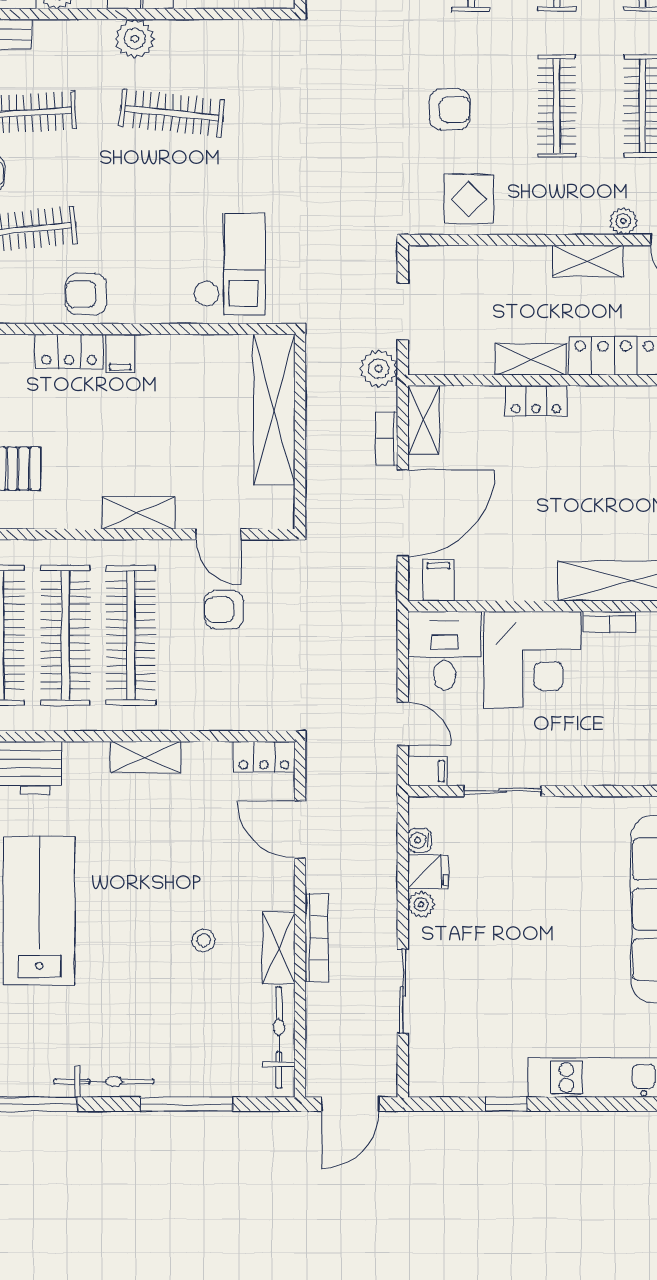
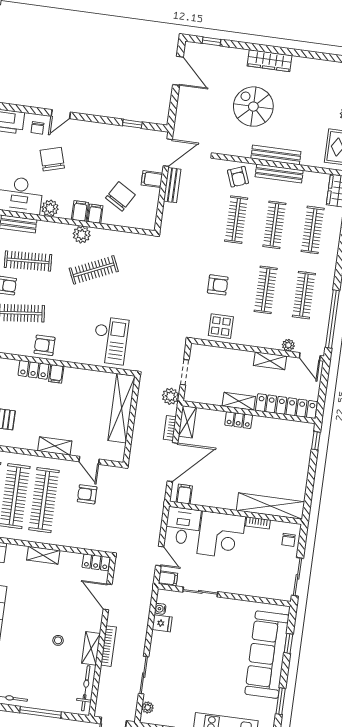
clothes rail: (172, 113) -> (94, 270), turned -30
plant: (421, 904) -> (148, 707), moved

